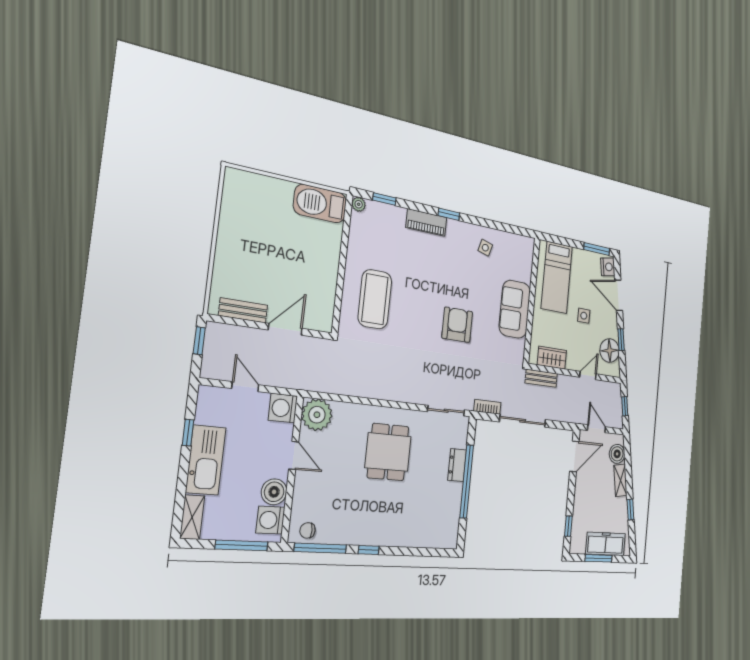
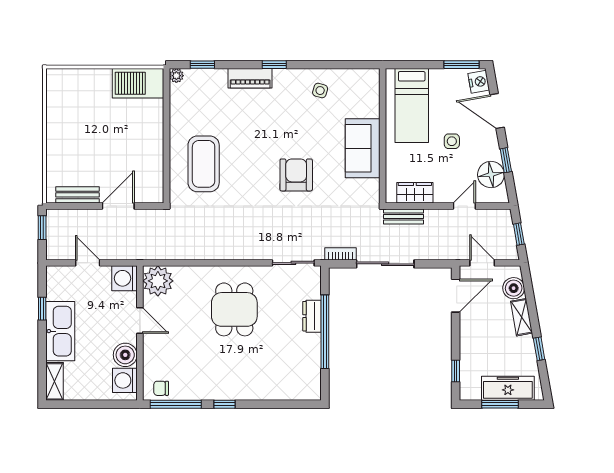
window: (242, 545) -> (101, 404), removed

